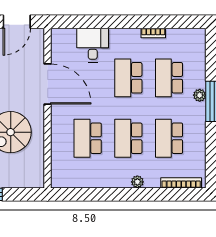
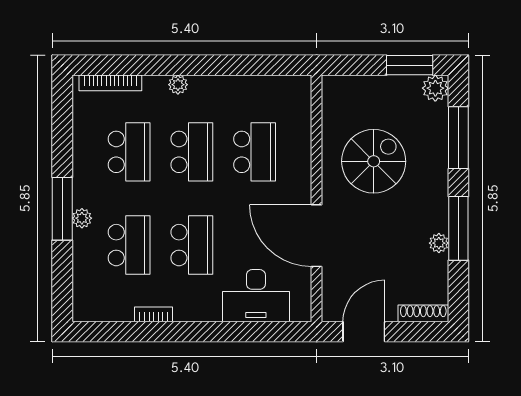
desk: (93, 45) -> (256, 296), width x1.37

